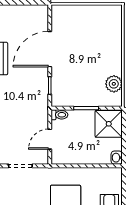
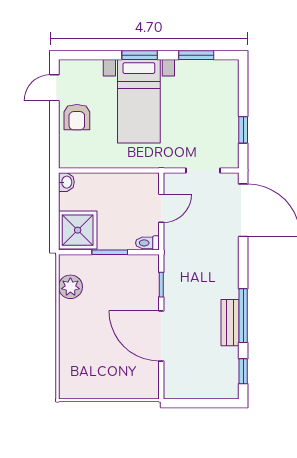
door: (50, 49) -> (161, 336), swing flipped

